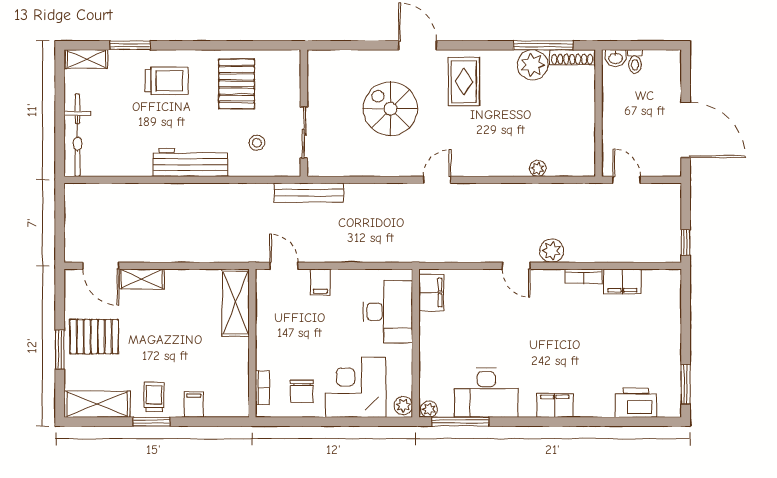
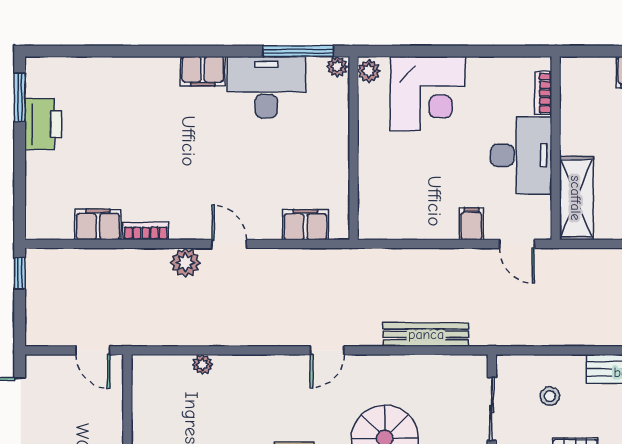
bench: (309, 193) -> (426, 334), moved
filing cabinet: (431, 293) -> (305, 225), moved, turned 90
desk: (388, 312) -> (521, 155), moved, turned 180
chair: (302, 391) -> (494, 89), removed
printer: (636, 403) -> (43, 124), moved, turned -90
filing cabinet: (555, 405) -> (203, 71), moved

